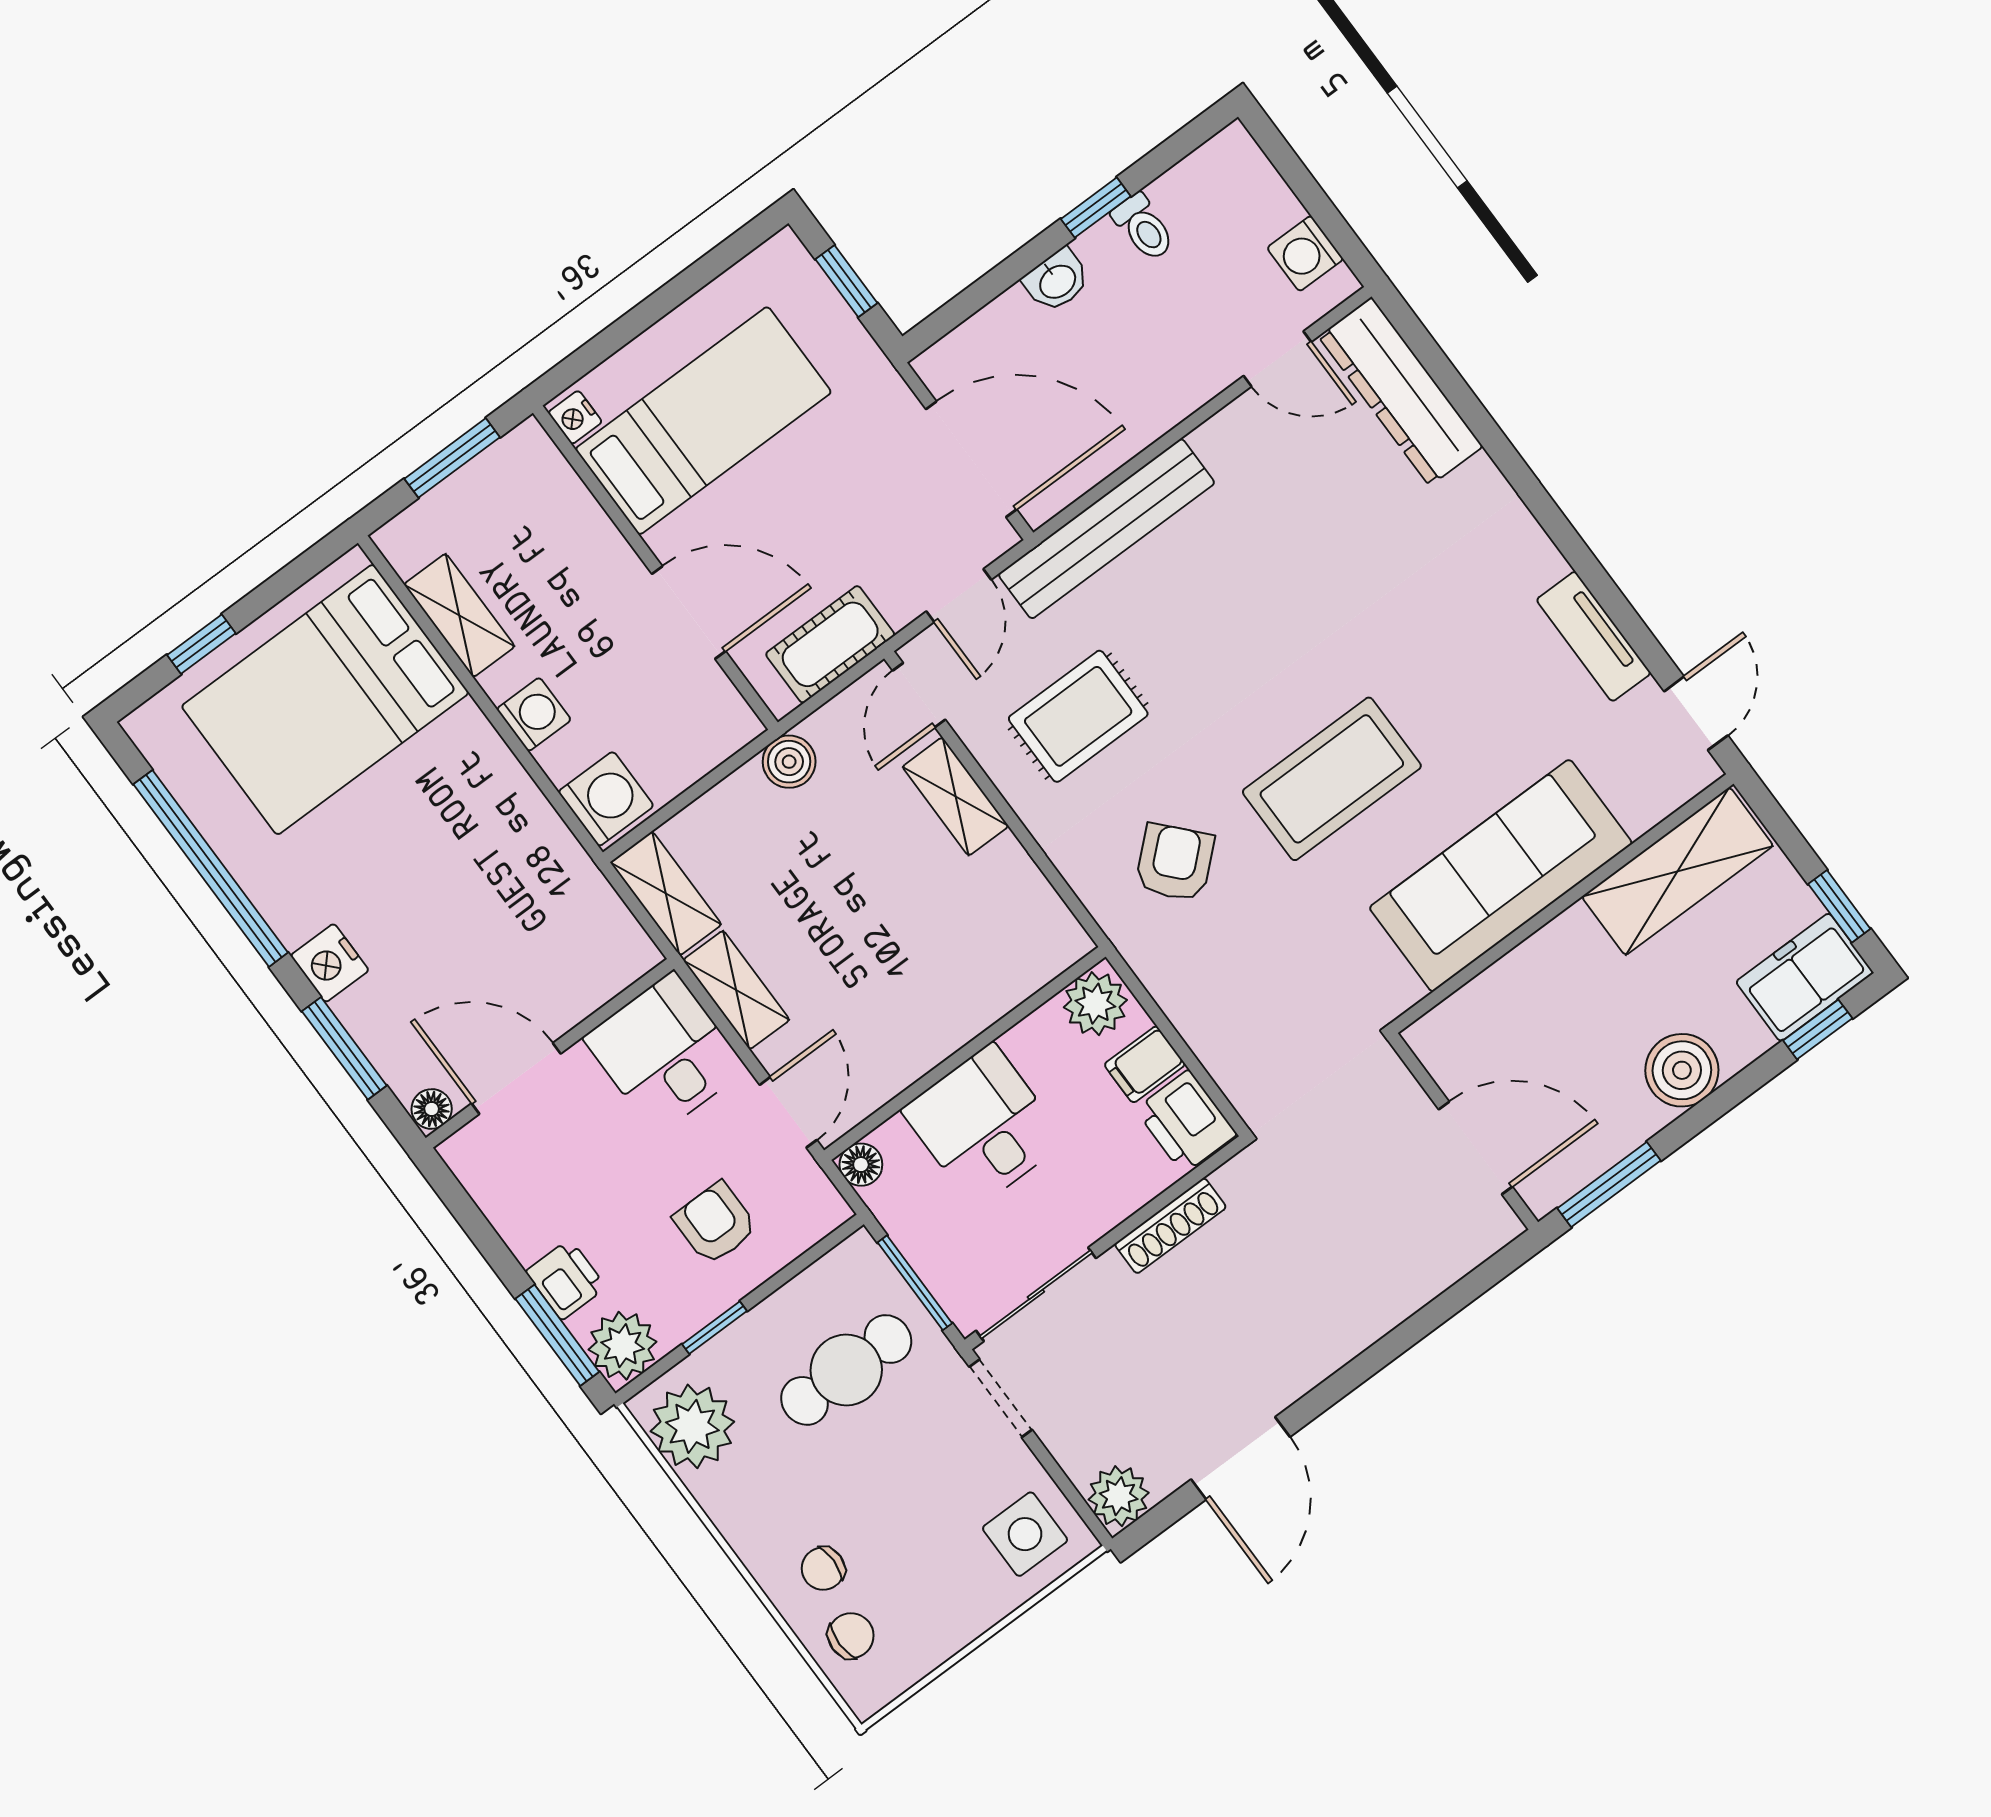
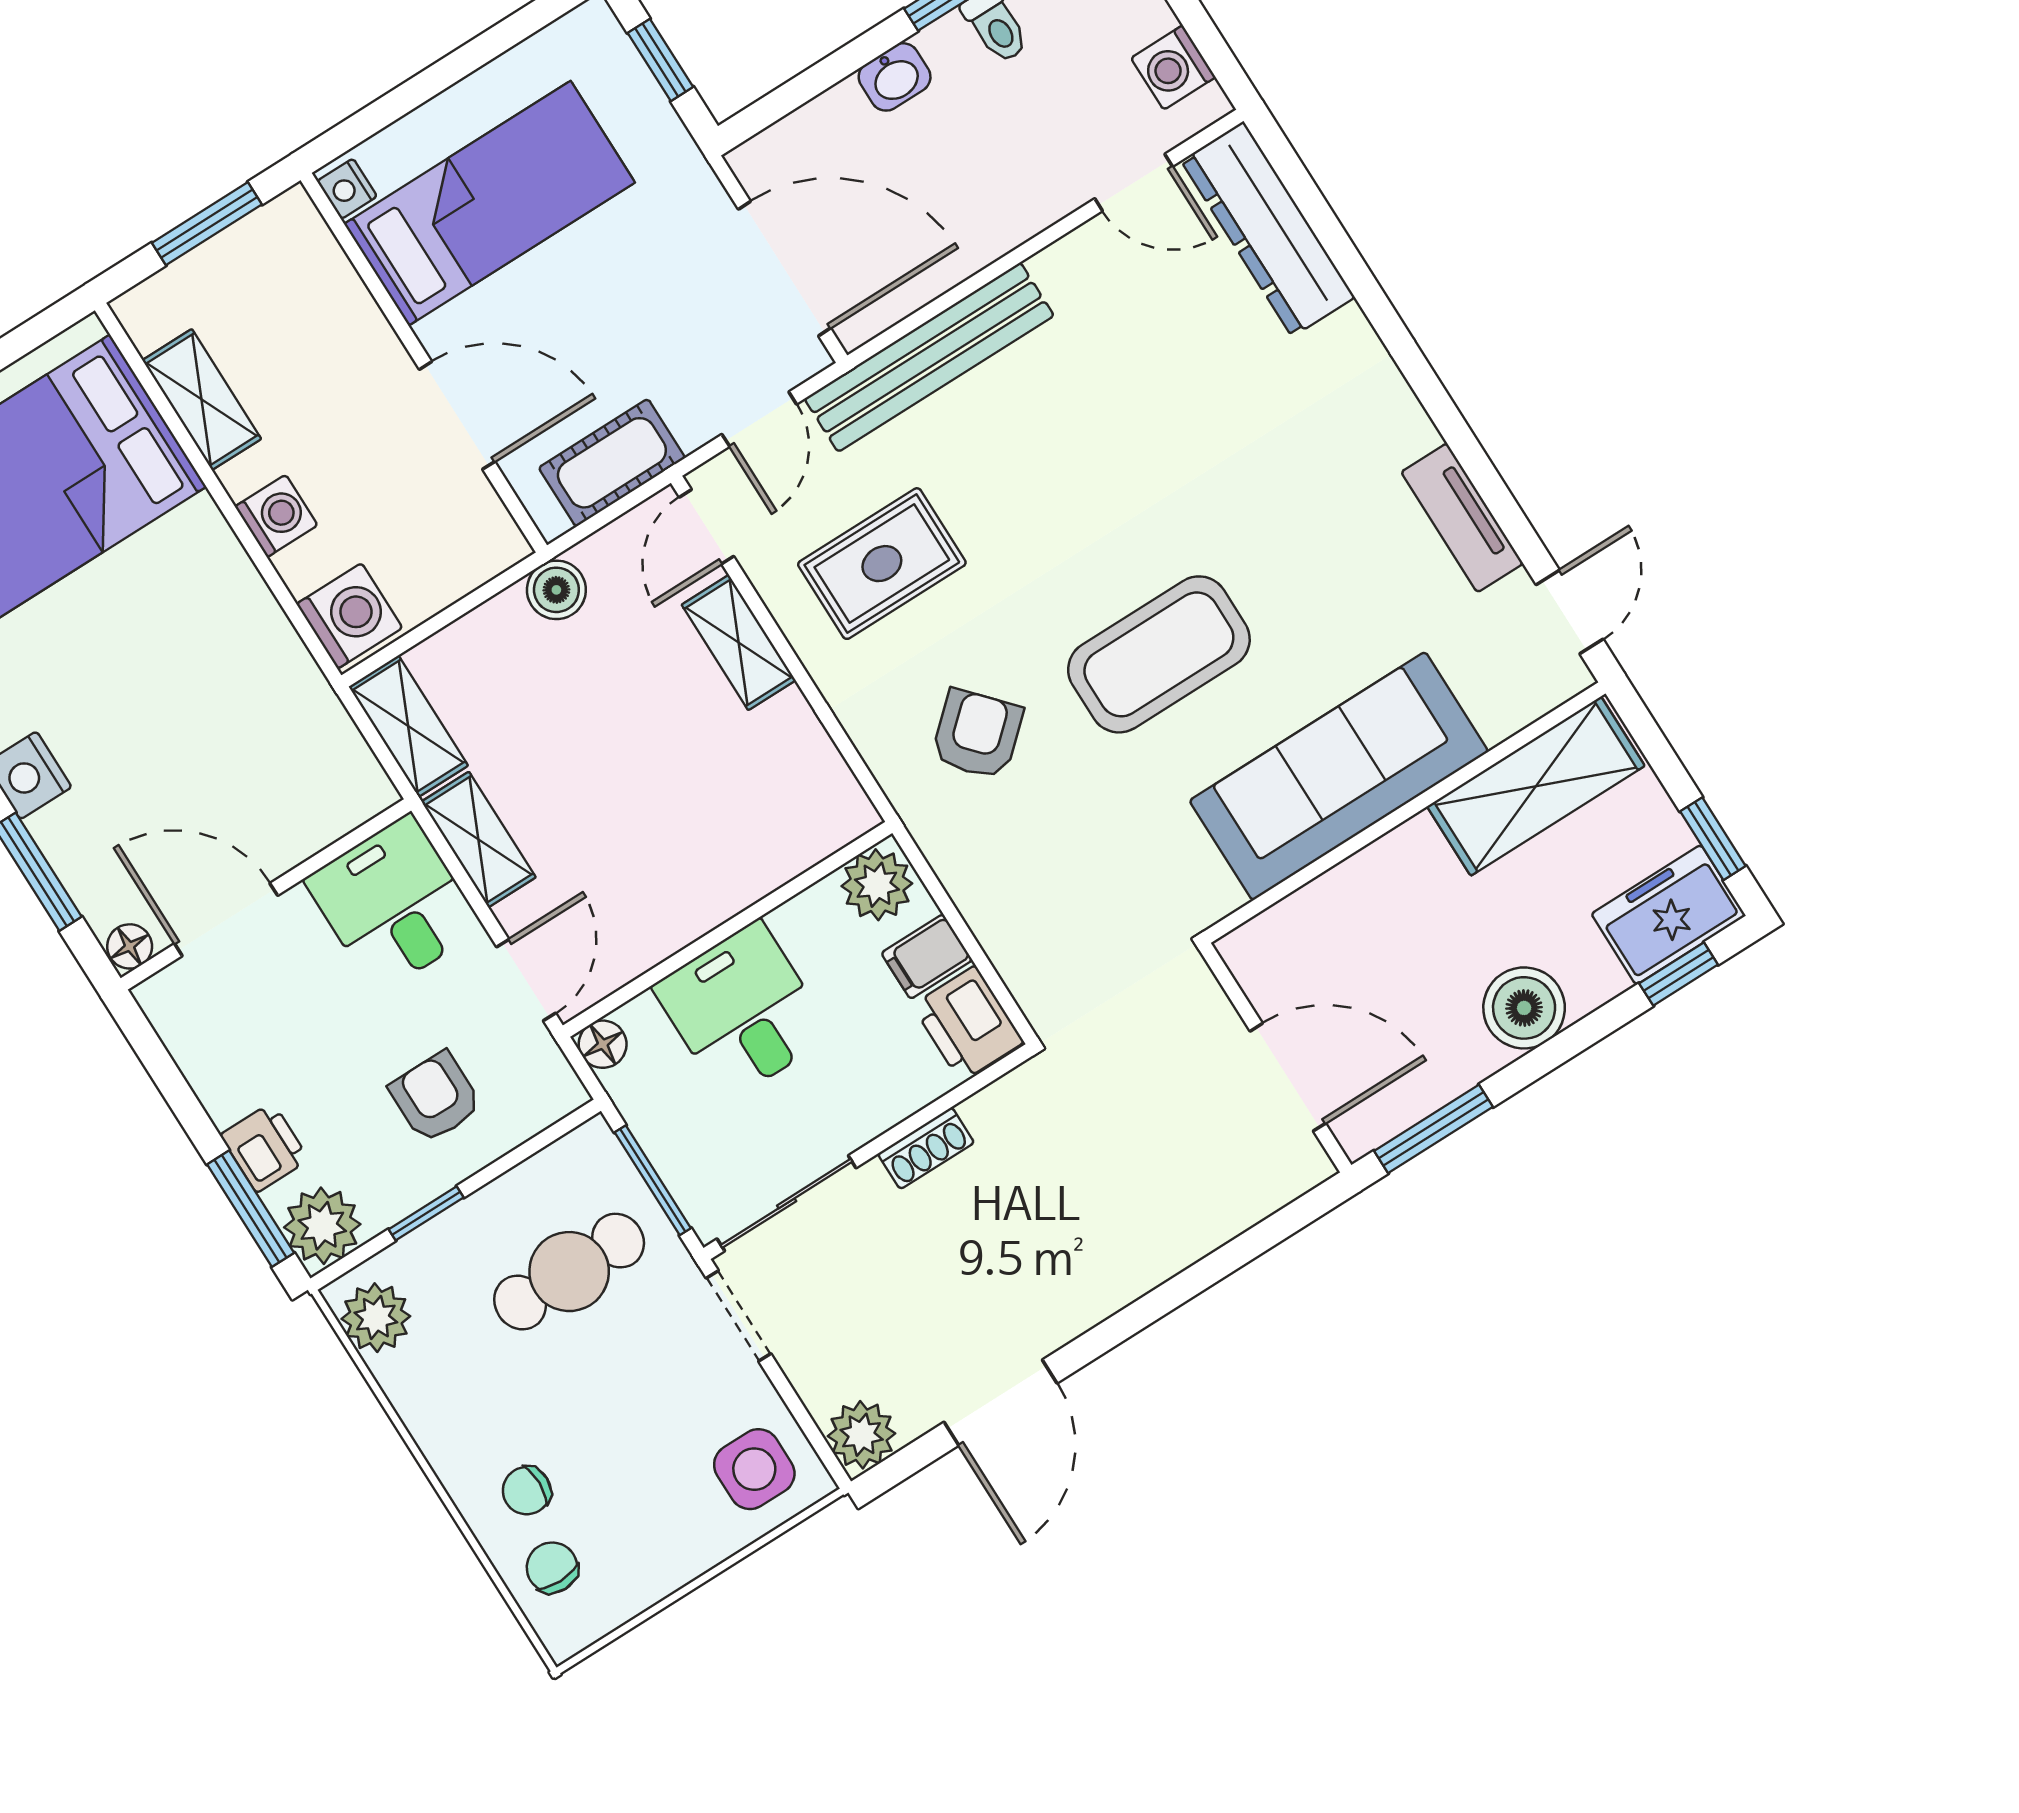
shoe rack: (1170, 1226) -> (926, 1148), width x0.70
plant: (692, 1426) -> (376, 1318), width x0.73, depth x0.73
chair: (851, 1636) -> (552, 1568), turned -90

